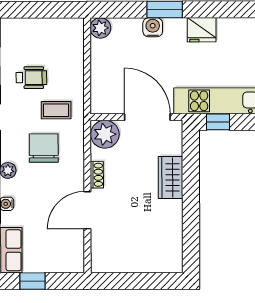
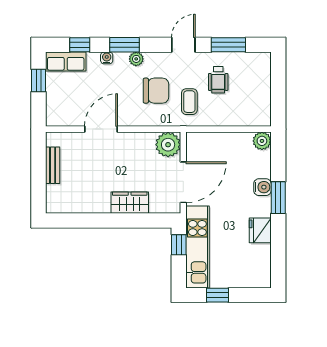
shoe rack: (97, 175) -> (132, 137), removed
door: (87, 210) -> (101, 129), hinge flipped
bench: (128, 265) -> (53, 165), added

